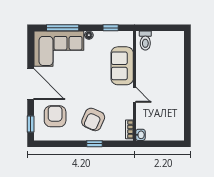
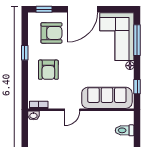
toilet: (145, 41) -> (125, 130), moved
sofa: (122, 66) -> (107, 98), width x1.36
armchair: (93, 119) -> (48, 70), turned -114
window: (94, 144) -> (25, 53), moved

